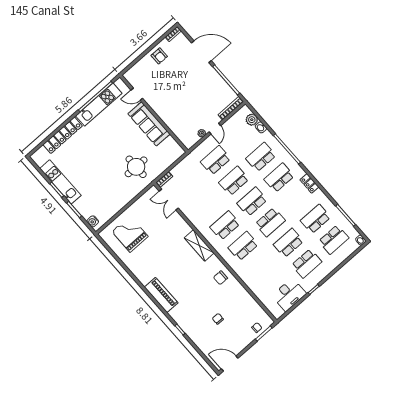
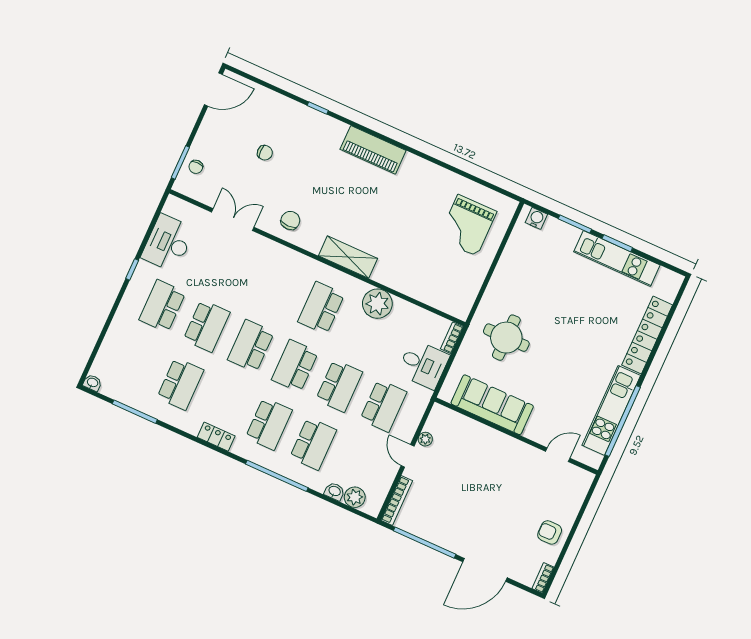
sofa: (149, 124) -> (492, 405), moved
desk: (185, 172) -> (423, 364), added
double door: (169, 200) -> (233, 220), moved
school desk: (252, 202) -> (295, 366), turned 180
plant: (195, 214) -> (377, 304), added
school desk: (225, 225) -> (321, 308), turned 180
grand piano: (130, 234) -> (467, 225), turned 90
school desk: (334, 240) -> (136, 364), removed
school desk: (243, 246) -> (277, 288), removed

